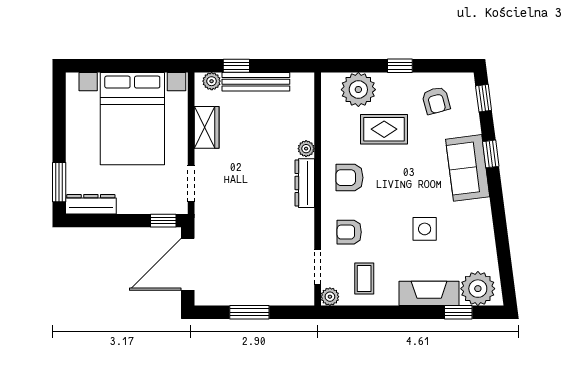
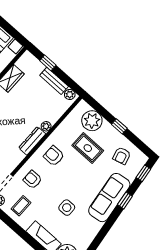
plant: (212, 81) -> (70, 94), moved
bench: (256, 82) -> (54, 81), width x0.73
sofa: (468, 168) -> (109, 198), width x1.36

